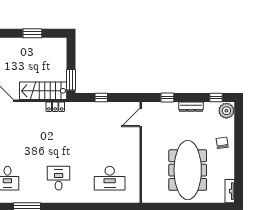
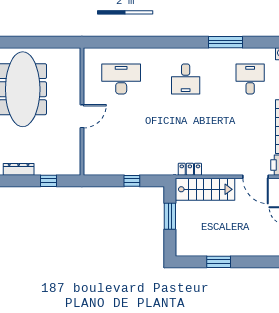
window: (71, 80) -> (170, 216), moved
door: (141, 118) -> (82, 116), moved

